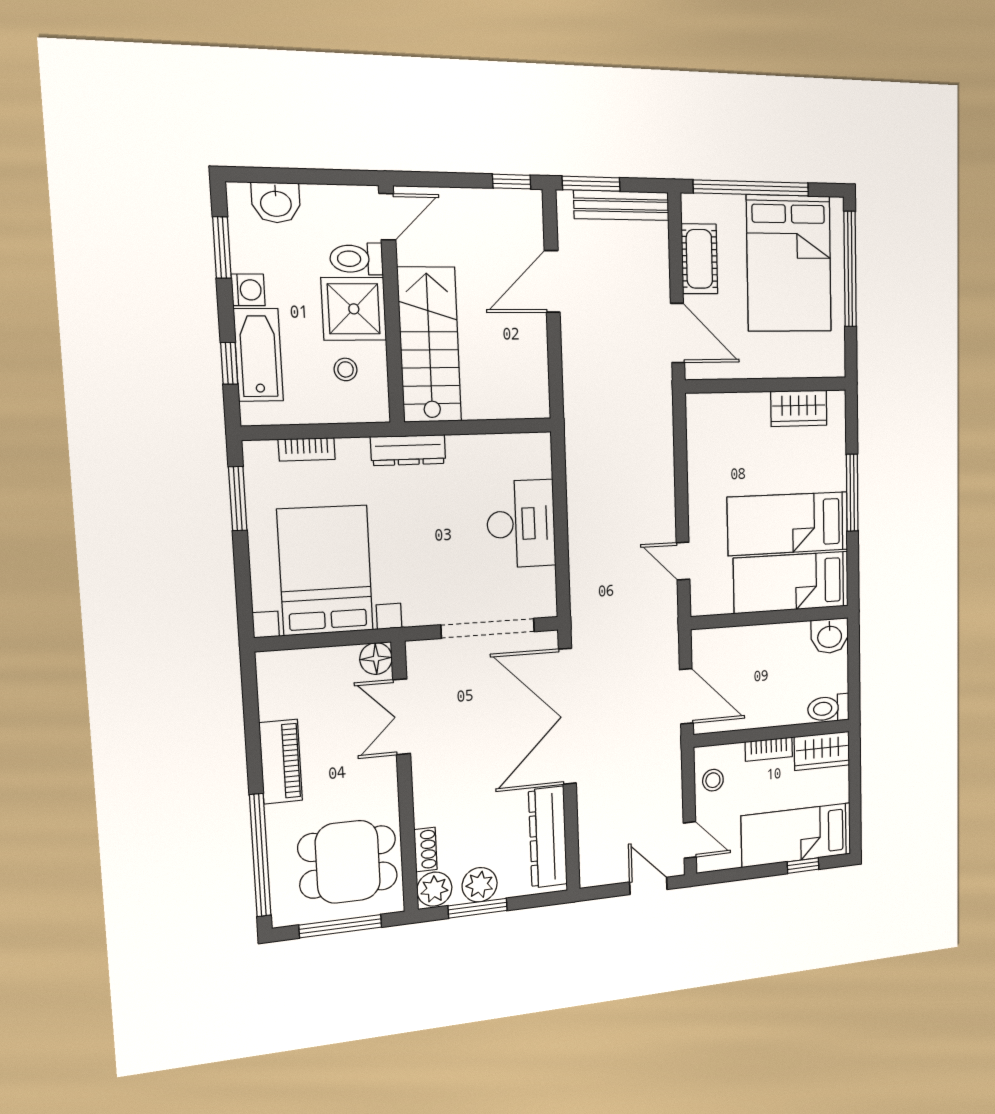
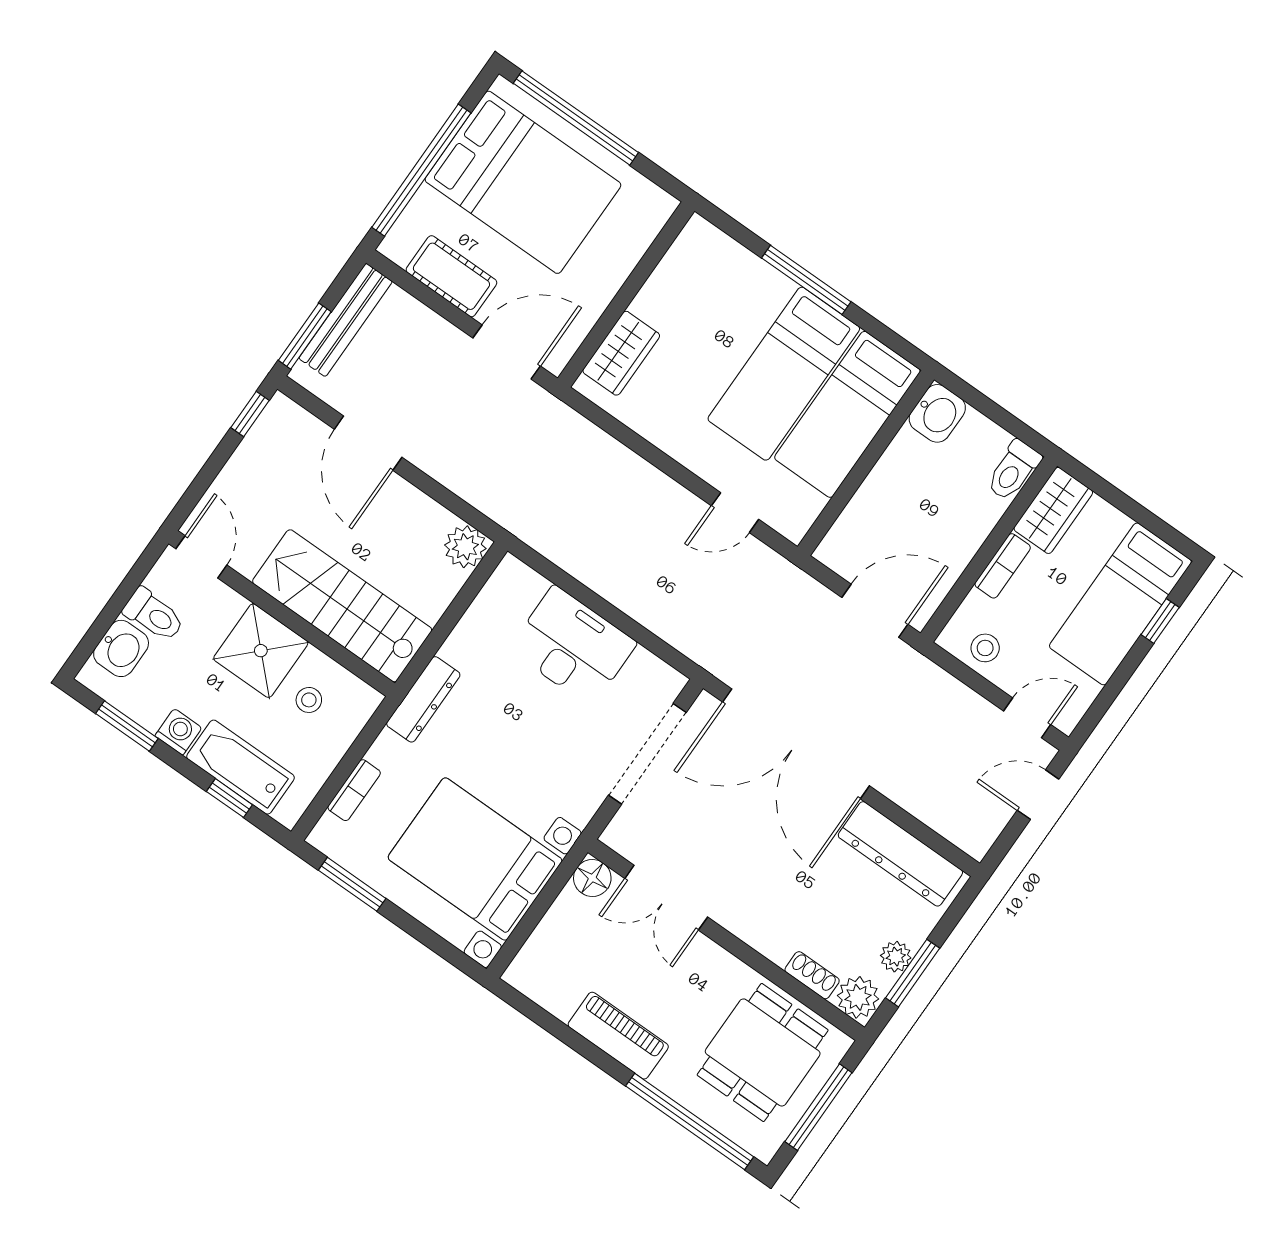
toilet: (356, 259) -> (154, 615), moved, turned -90
plant: (533, 401) -> (465, 547), added
wardrobe: (799, 408) -> (621, 353), moved
plant: (480, 885) -> (896, 957), width x0.73, depth x0.73

